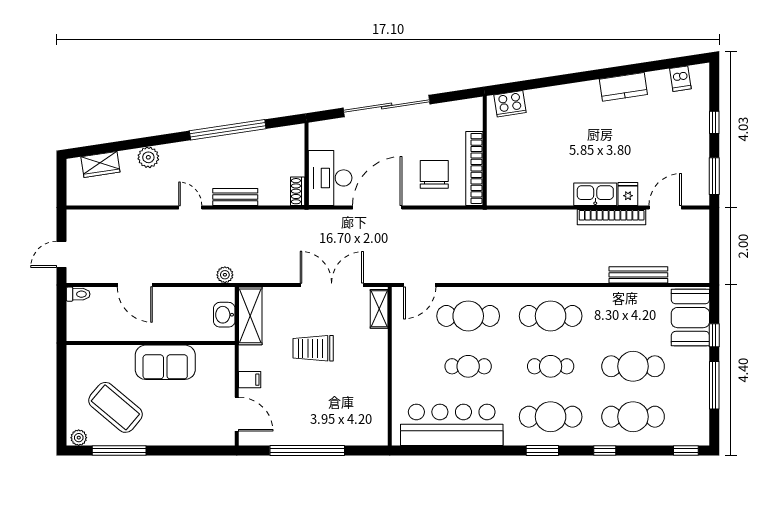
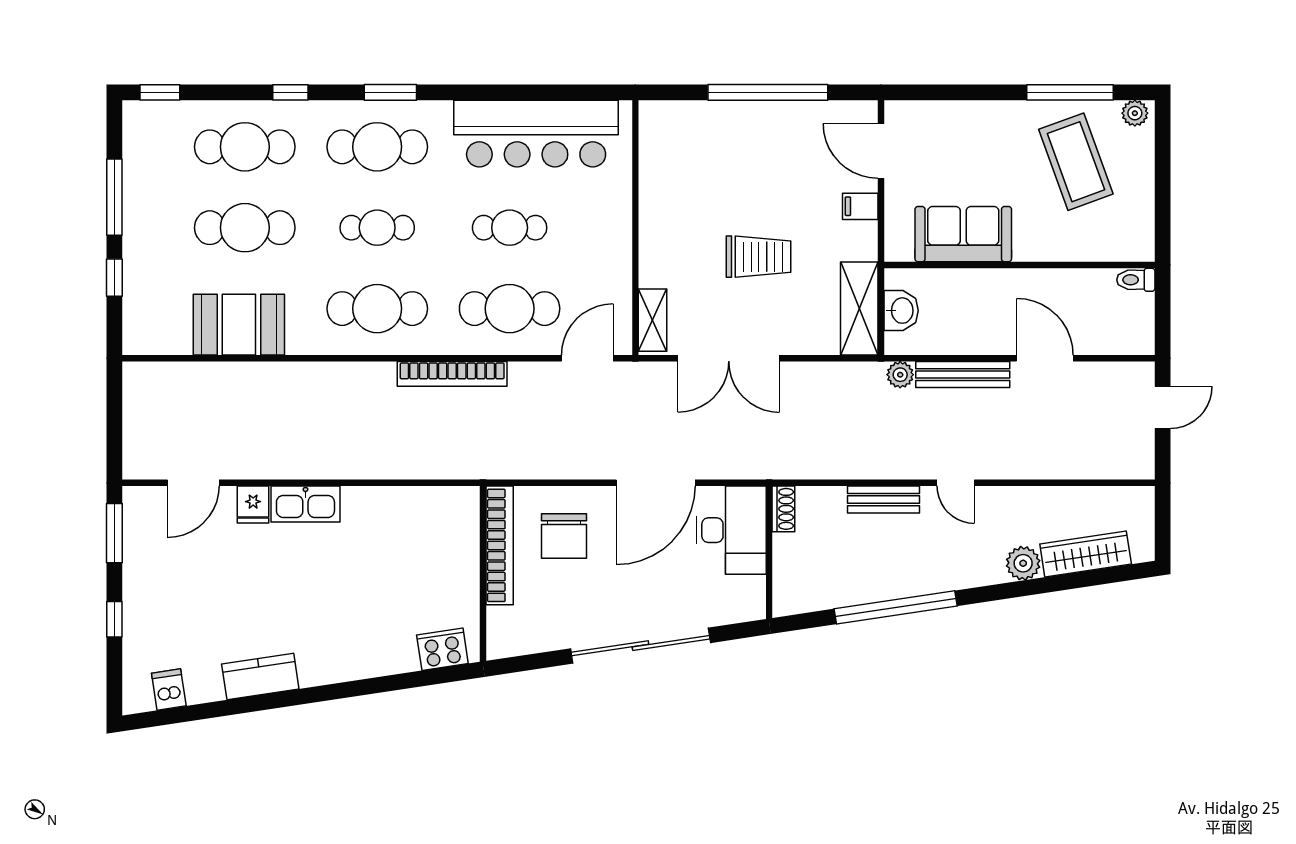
wardrobe: (100, 164) -> (1086, 554), width x1.50
bookcase: (612, 217) -> (452, 374), moved, turned 180
bench: (638, 275) -> (963, 375), moved
toilet: (78, 294) -> (1136, 280), moved
booth: (690, 318) -> (239, 325), moved, turned 90
sofa: (165, 362) -> (963, 234), moved
coffee table: (115, 407) -> (1076, 162), turned 30

